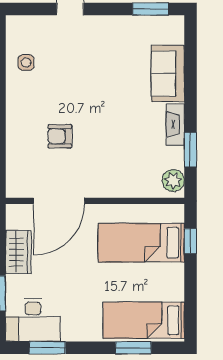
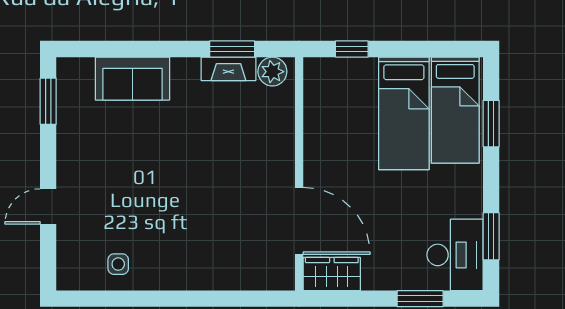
fireplace: (175, 124) -> (228, 69), moved
armchair: (60, 136) -> (215, 220), removed
bed: (141, 243) -> (404, 113), moved
wardrobe: (18, 252) -> (332, 274), moved

